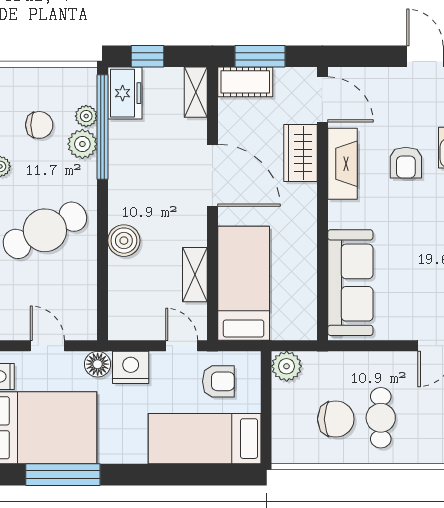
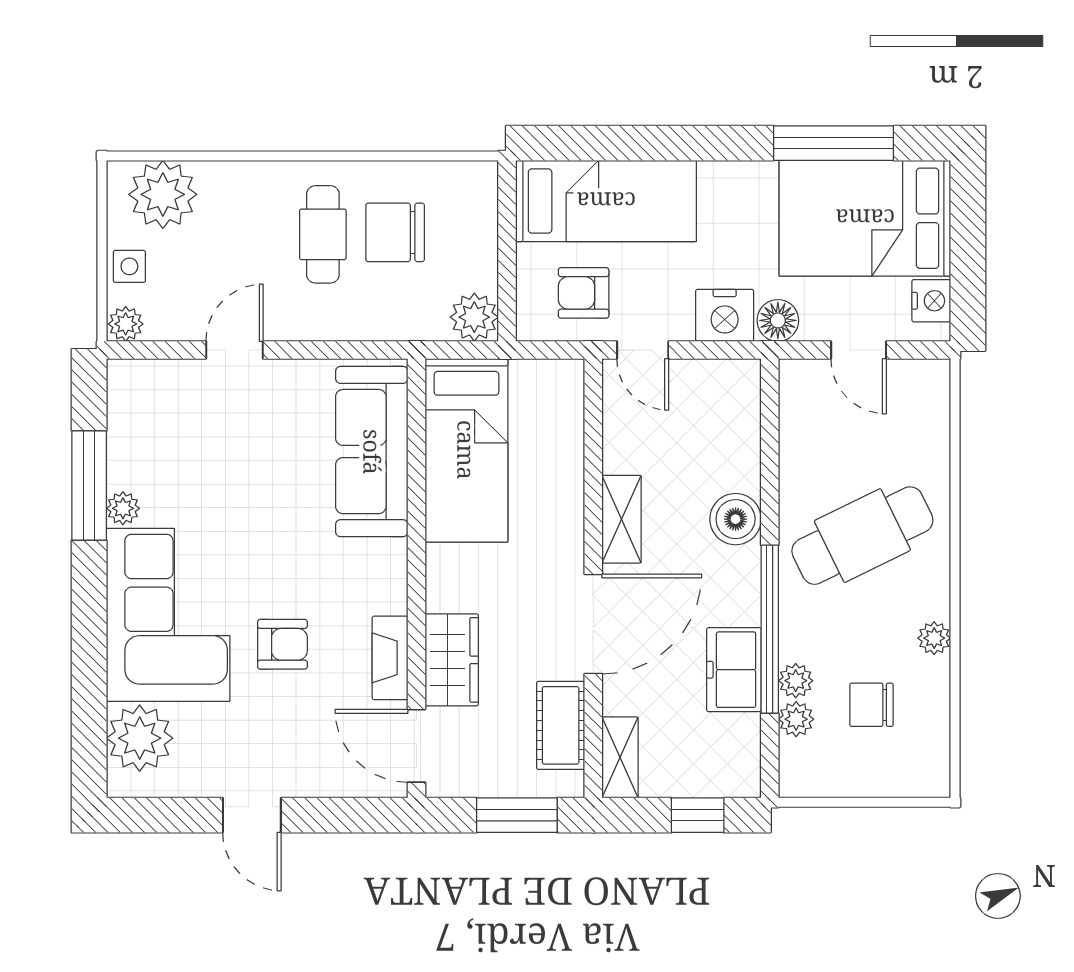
cot: (245, 82) -> (561, 725), moved, turned 90
freezer: (125, 93) -> (734, 670), moved
window: (103, 127) -> (770, 629), moved
plant: (82, 144) -> (796, 681), width x0.73, depth x0.73
armchair: (406, 163) -> (282, 644), turned 90
fireplace: (342, 164) -> (390, 658), width x0.73, depth x0.76
door: (212, 175) -> (593, 624), swing flipped
shelving: (195, 275) -> (622, 519), moved
bed: (244, 283) -> (466, 450), moved

